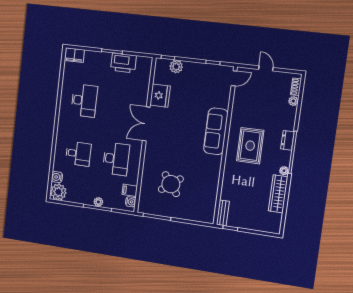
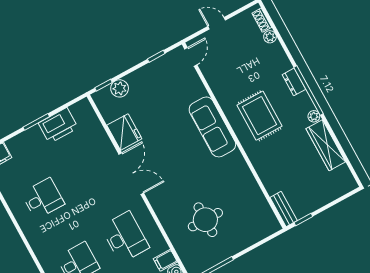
desk: (84, 101) -> (43, 199), width x0.73
double door: (146, 124) -> (131, 174), swing flipped
round table: (171, 184) -> (205, 220), turned 37

